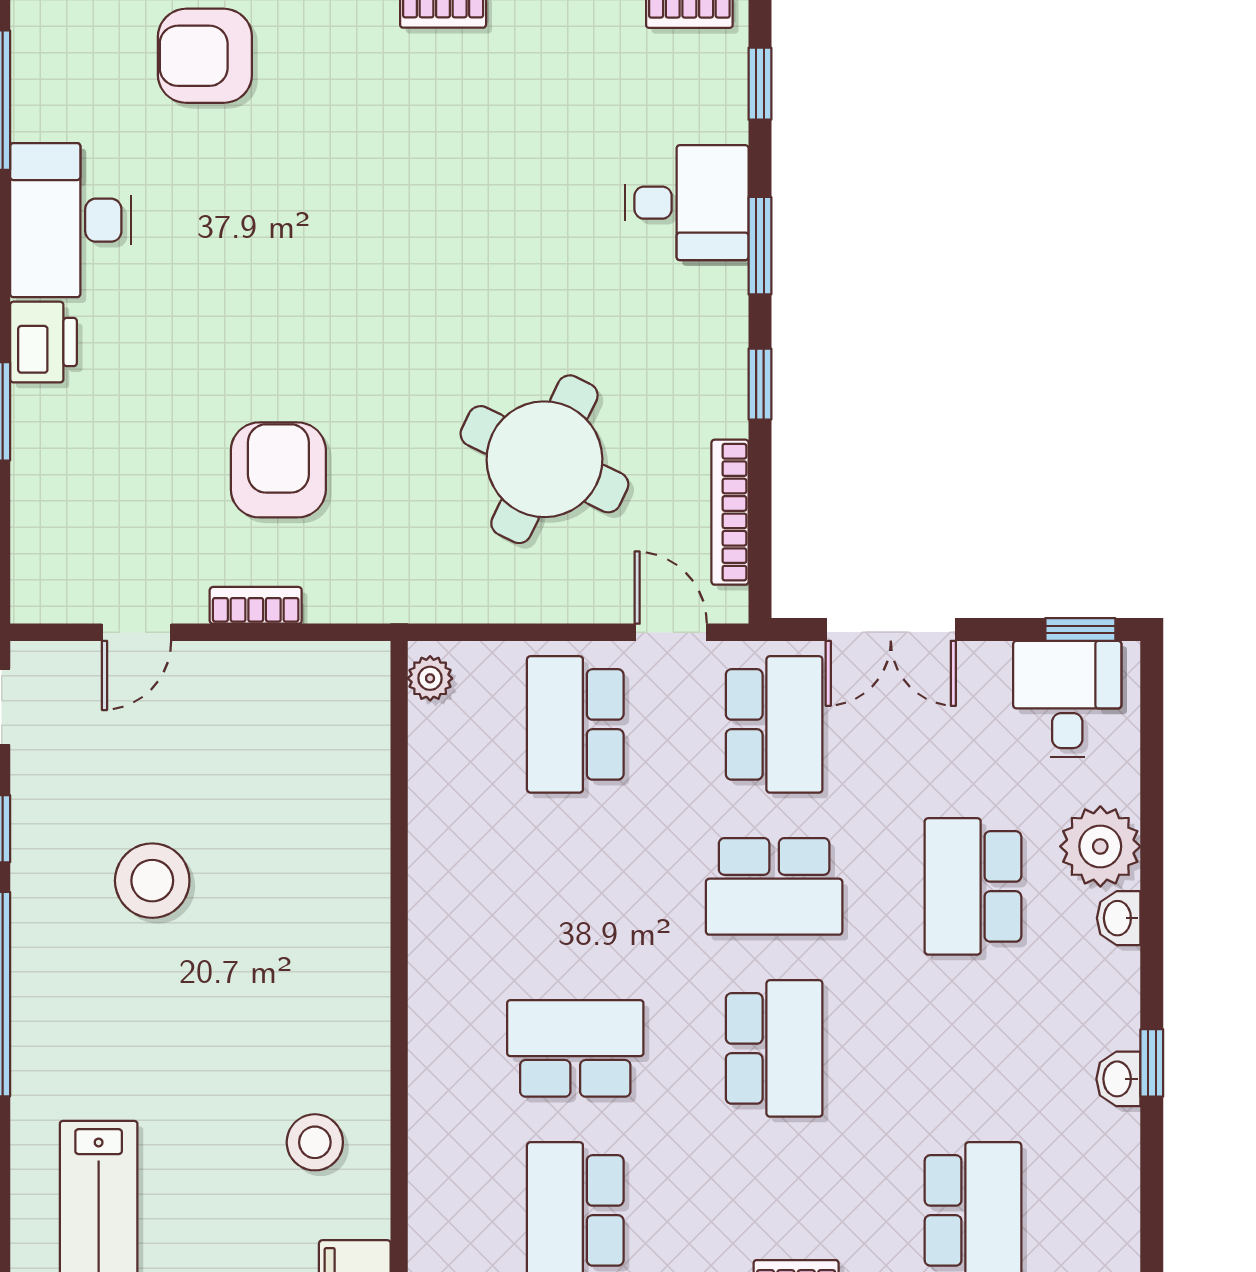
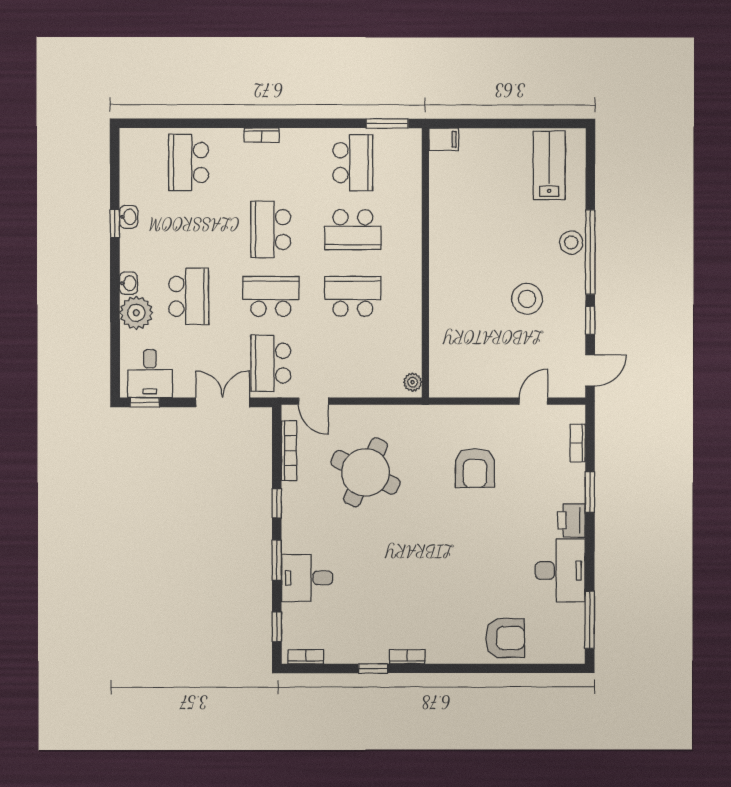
bookcase: (256, 605) -> (578, 443), moved, turned 90
school desk: (575, 724) -> (353, 296), moved, turned -90
stool: (315, 1142) -> (571, 242), moved

